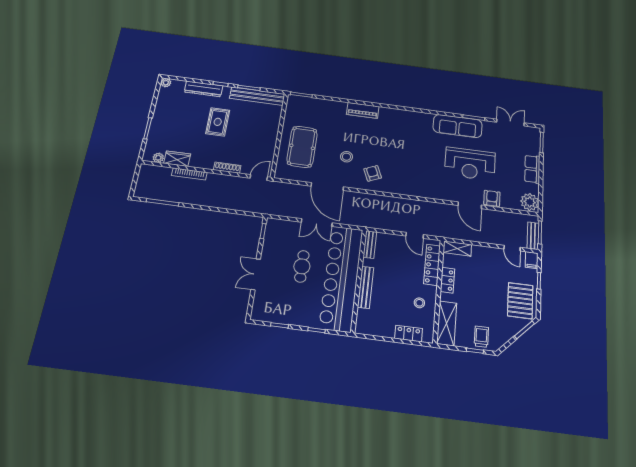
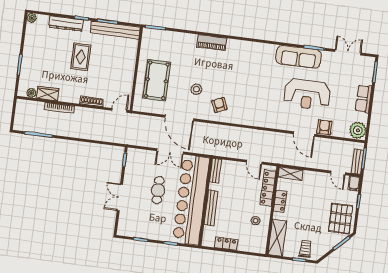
locker: (409, 333) -> (226, 244), moved

